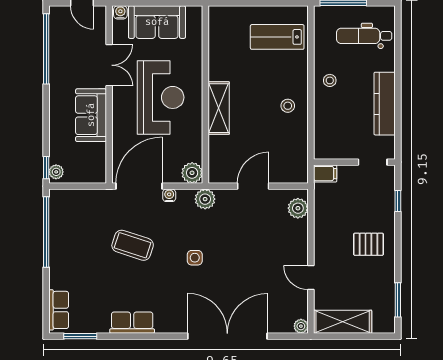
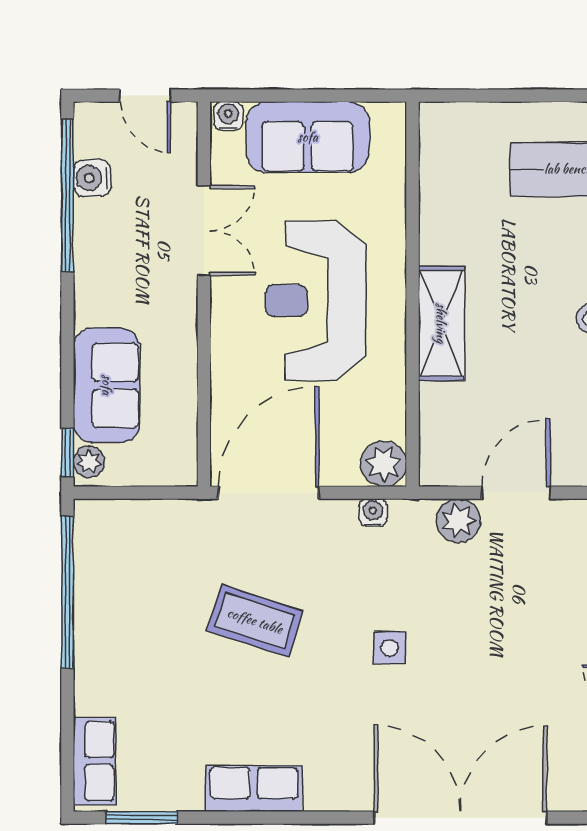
water cooler: (58, 41) -> (92, 178), added
reception desk: (161, 97) -> (316, 300), turned 180
sofa: (91, 115) -> (107, 385), moved, turned 180
water cooler: (169, 195) -> (373, 513), moved
plant: (205, 199) -> (458, 521), moved

